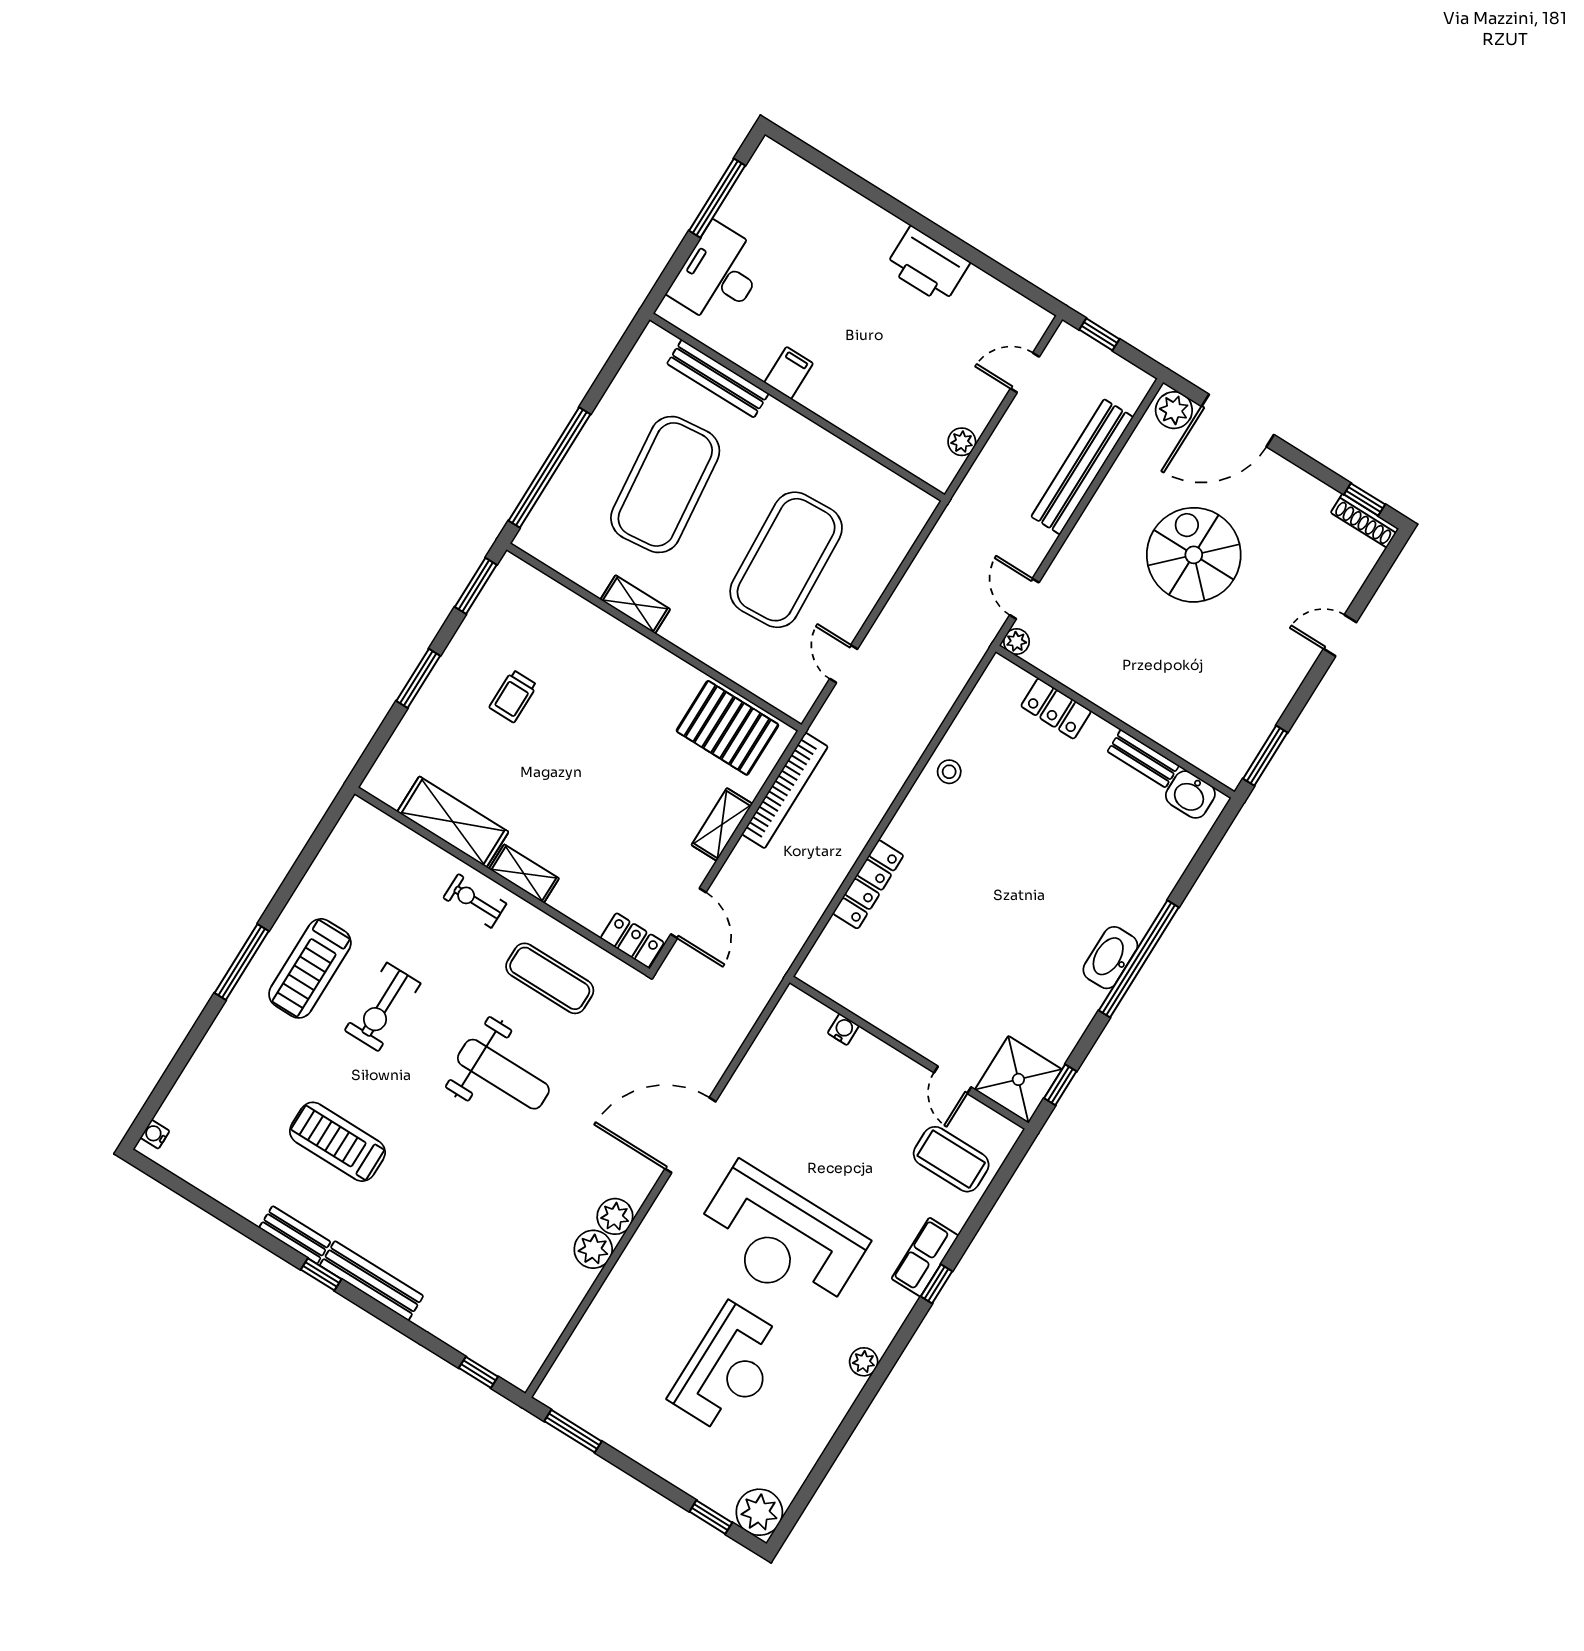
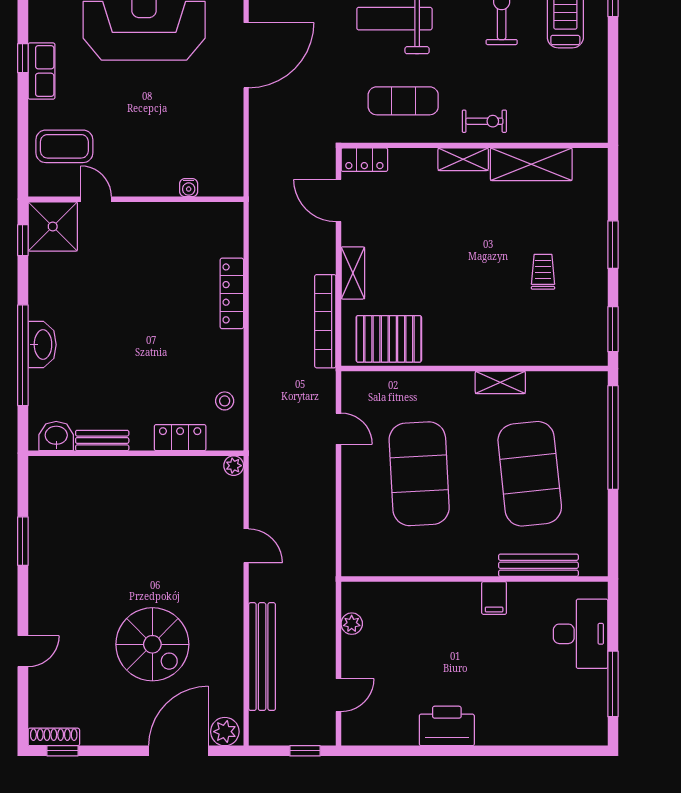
plant: (1016, 642) -> (234, 466), moved
locker: (1056, 709) -> (180, 438), moved
wall: (1115, 722) -> (136, 453), moved
bench: (1143, 759) -> (102, 440), moved
washbasin: (1190, 795) -> (56, 436), moved

